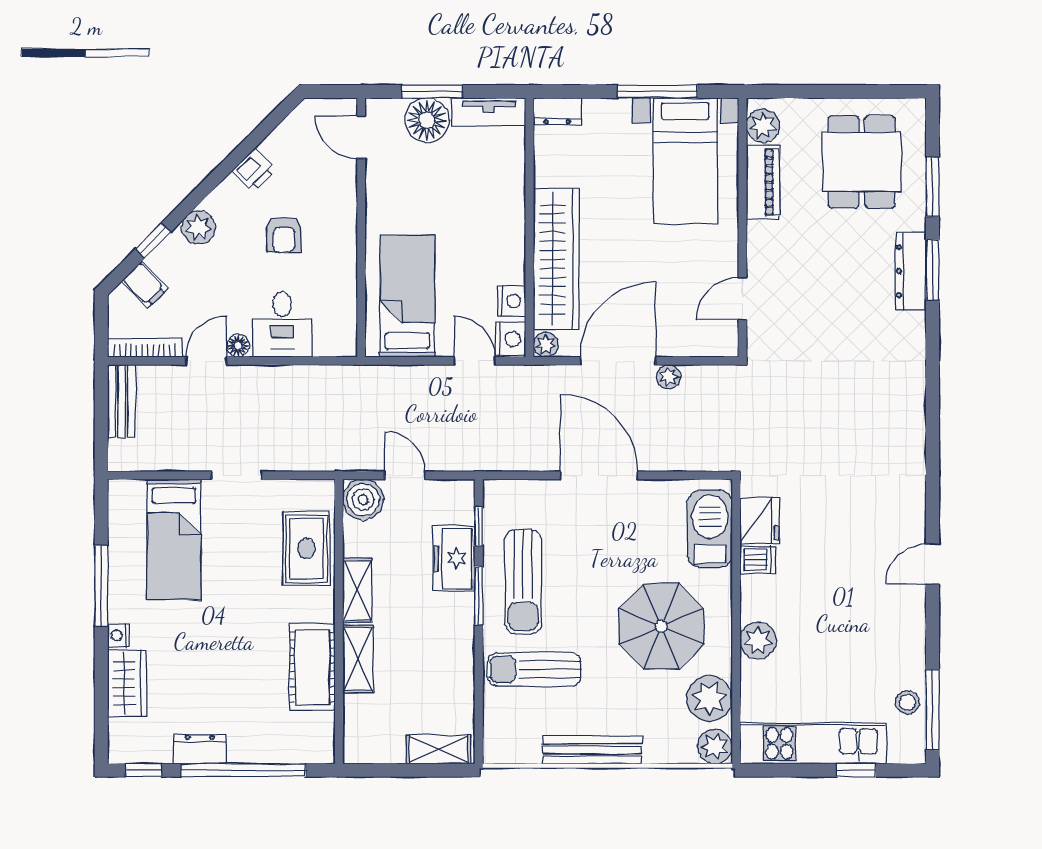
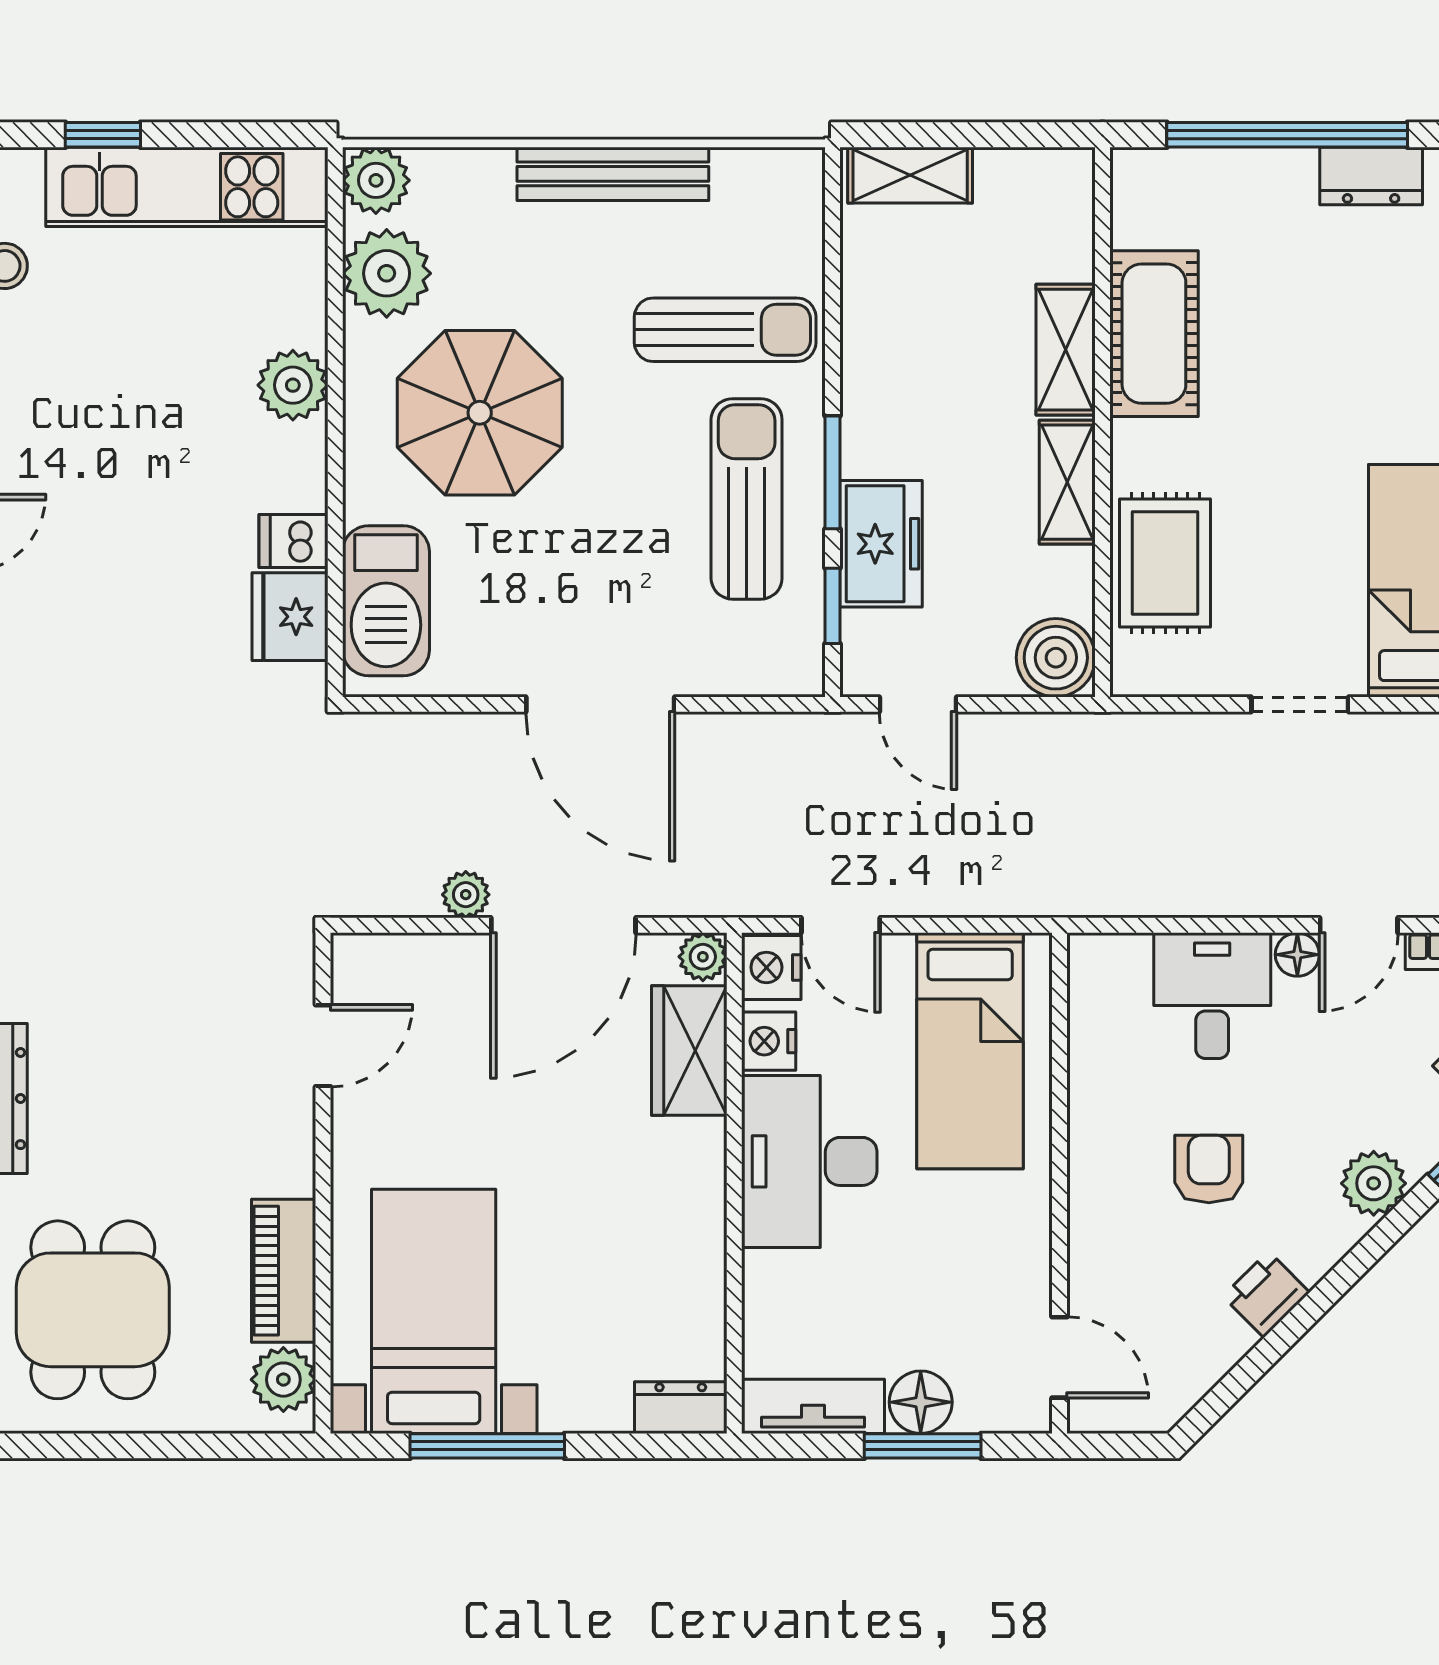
floor lamp: (427, 120) -> (921, 1402), width x0.73, depth x0.73
desk: (491, 239) -> (809, 1161), added
wardrobe: (556, 259) -> (689, 1051), width x0.48, depth x0.85
door: (405, 475) -> (918, 704), moved

